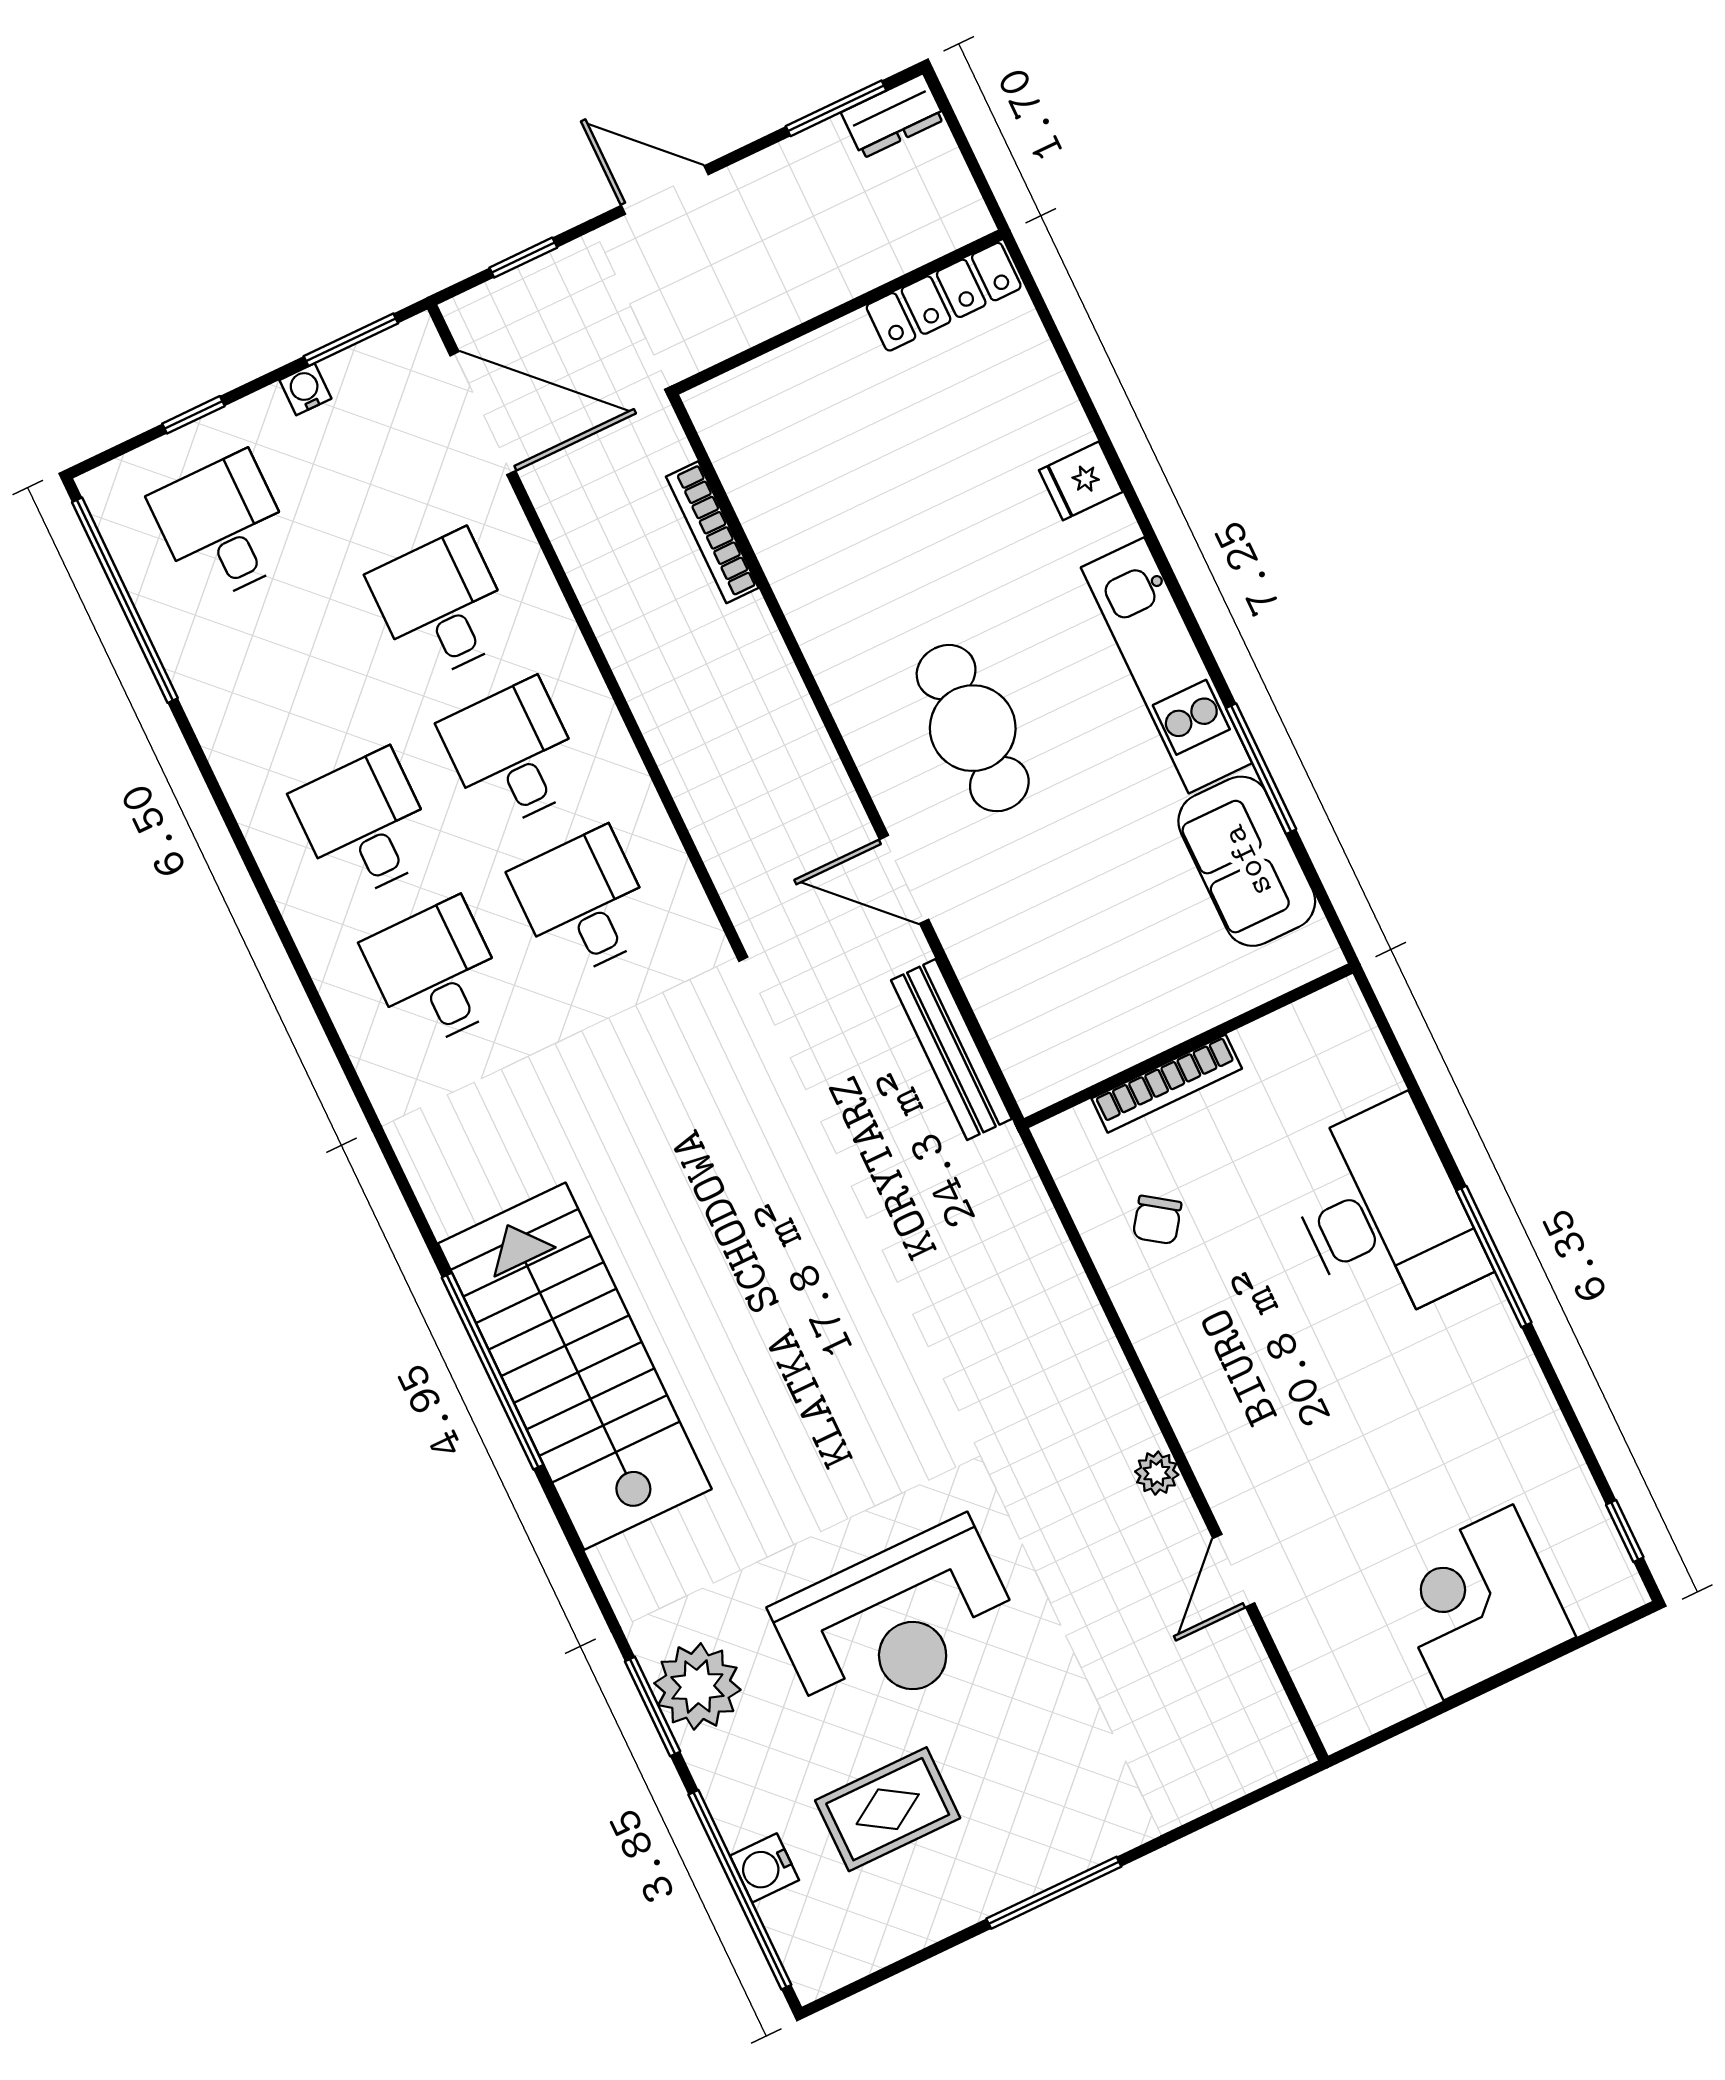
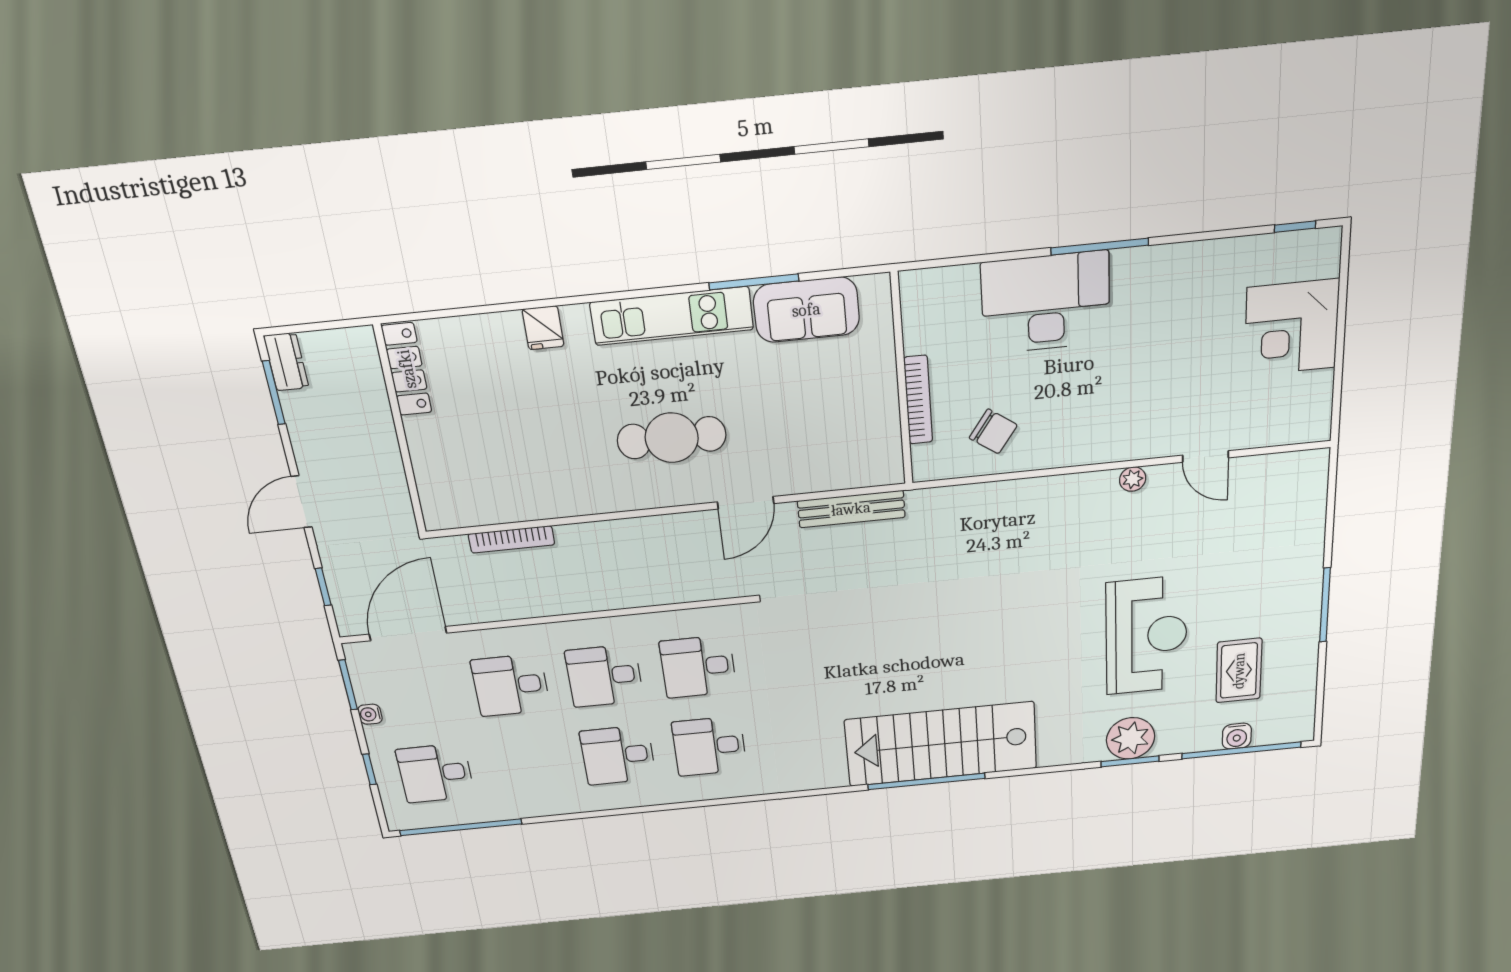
chair: (1157, 1220) -> (993, 431), width x1.37, depth x1.37

